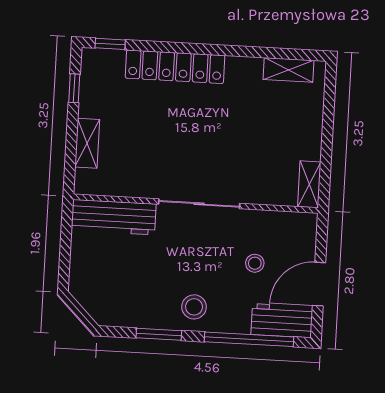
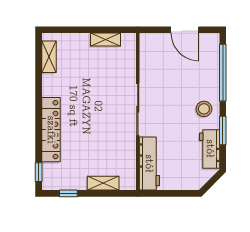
shelving: (309, 184) -> (106, 39), moved
stool: (255, 263) -> (174, 72), removed
workbench: (282, 321) -> (210, 149), moved

